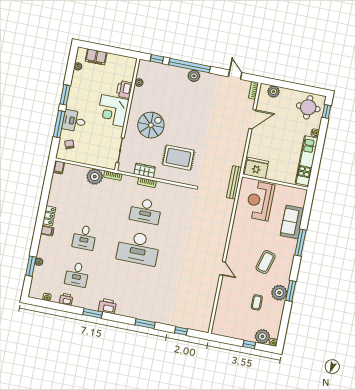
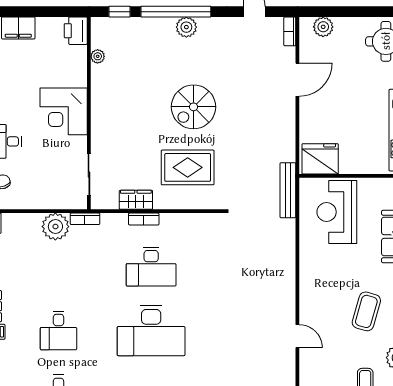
printer: (124, 90) -> (76, 31), moved
spiral stairs: (151, 125) -> (194, 107), moved, turned 180

